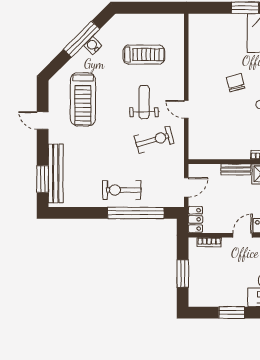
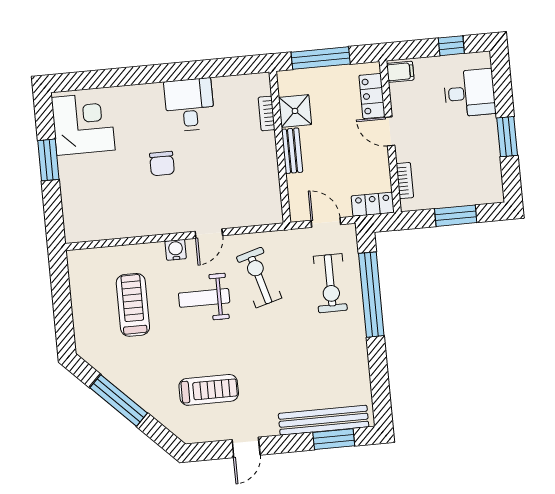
water cooler: (93, 46) -> (176, 250), moved, turned 135
chair: (236, 83) -> (162, 164), turned -75
treadmill: (83, 99) -> (209, 390), width x0.73, depth x0.73
exercise bike: (122, 190) -> (330, 283), moved

